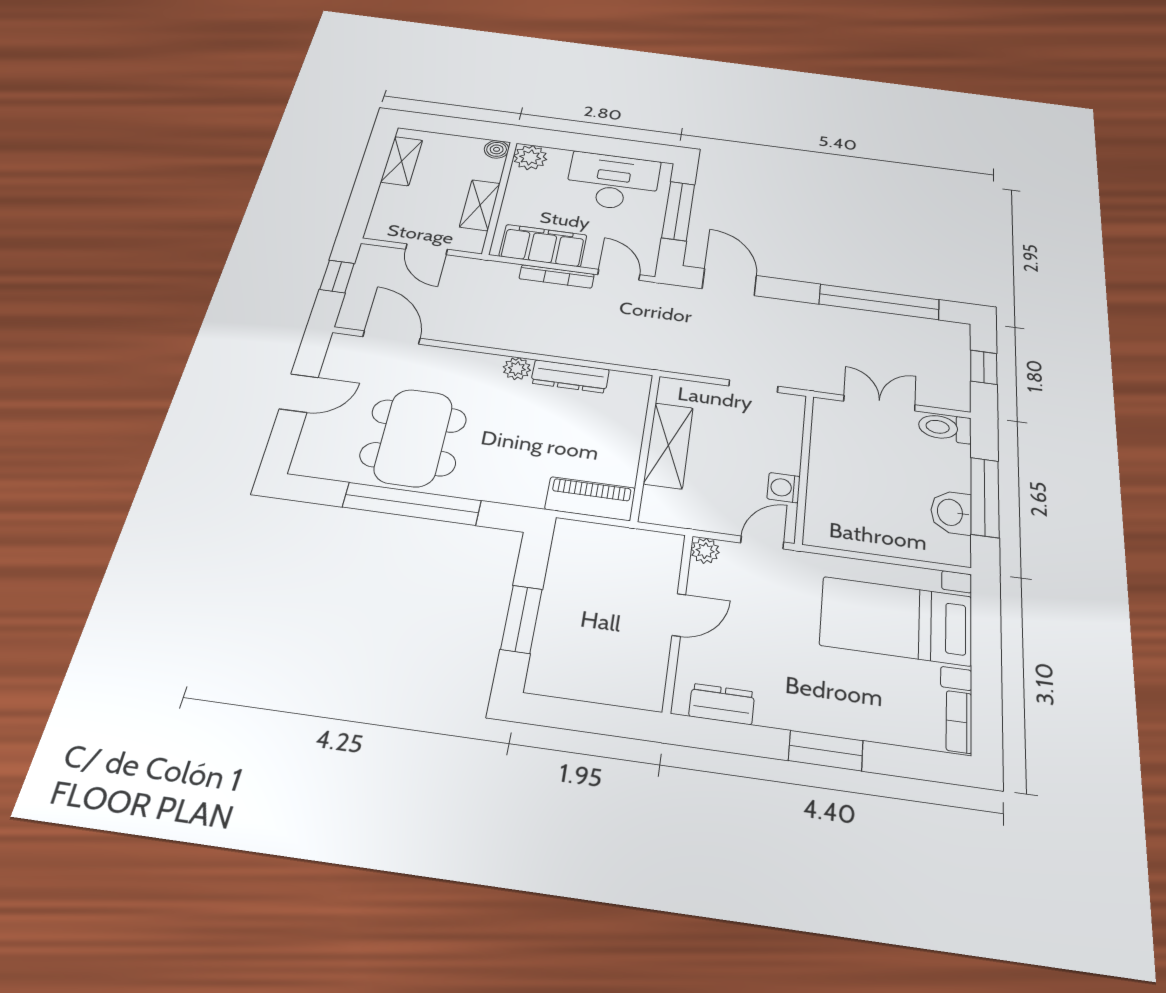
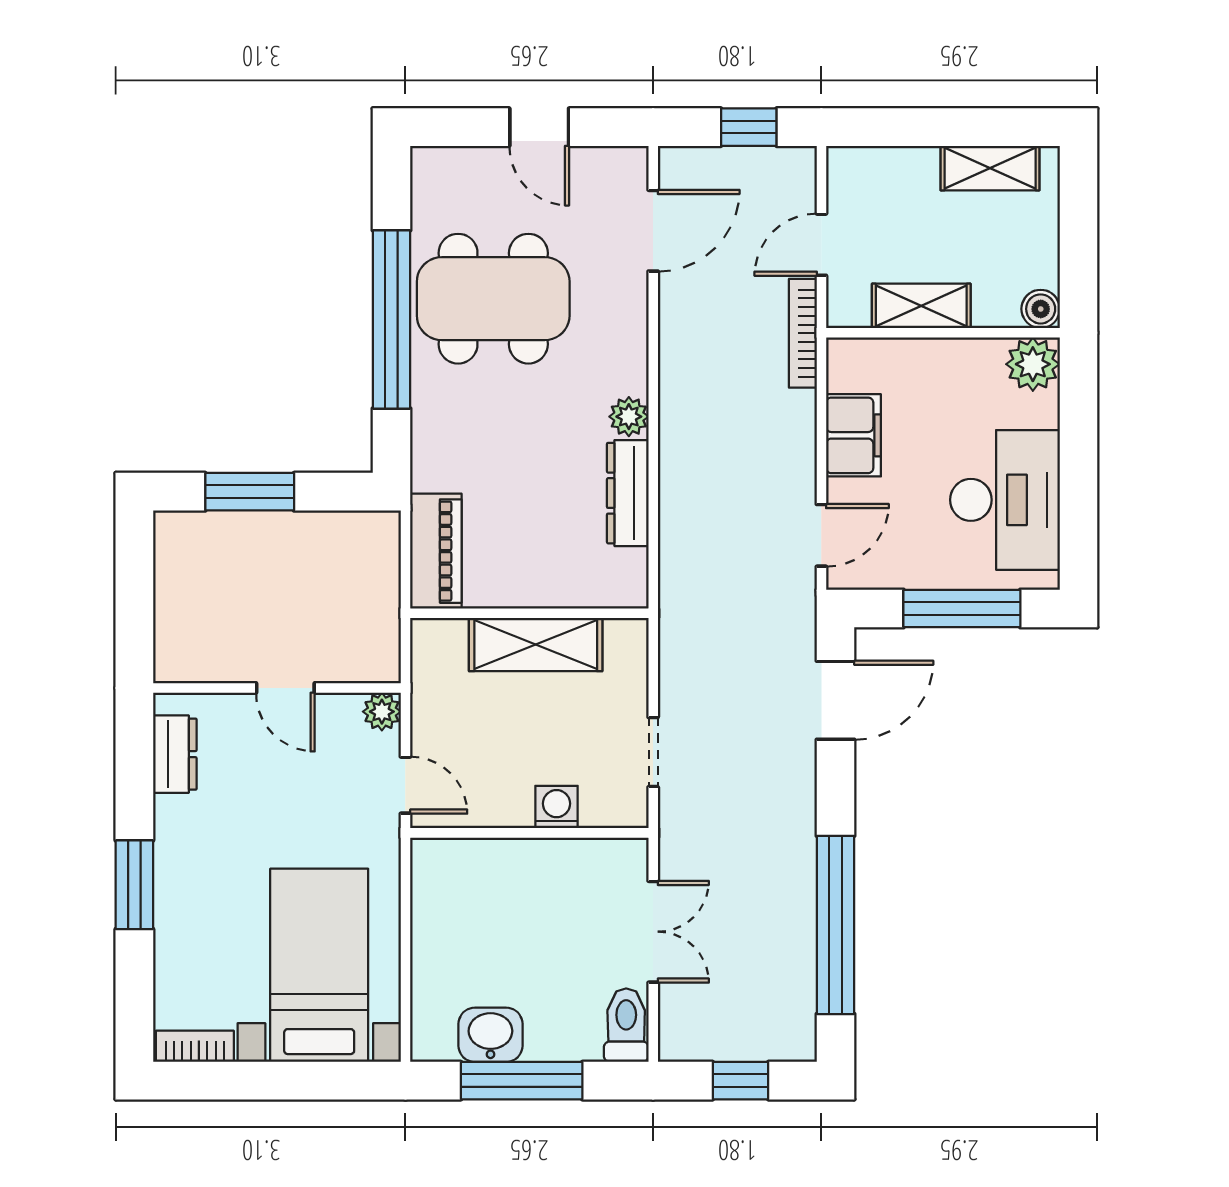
filing cabinet: (543, 246) -> (854, 435), width x0.67, depth x0.86
bookcase: (557, 276) -> (803, 333), moved
washing machine: (784, 488) -> (556, 807), moved

